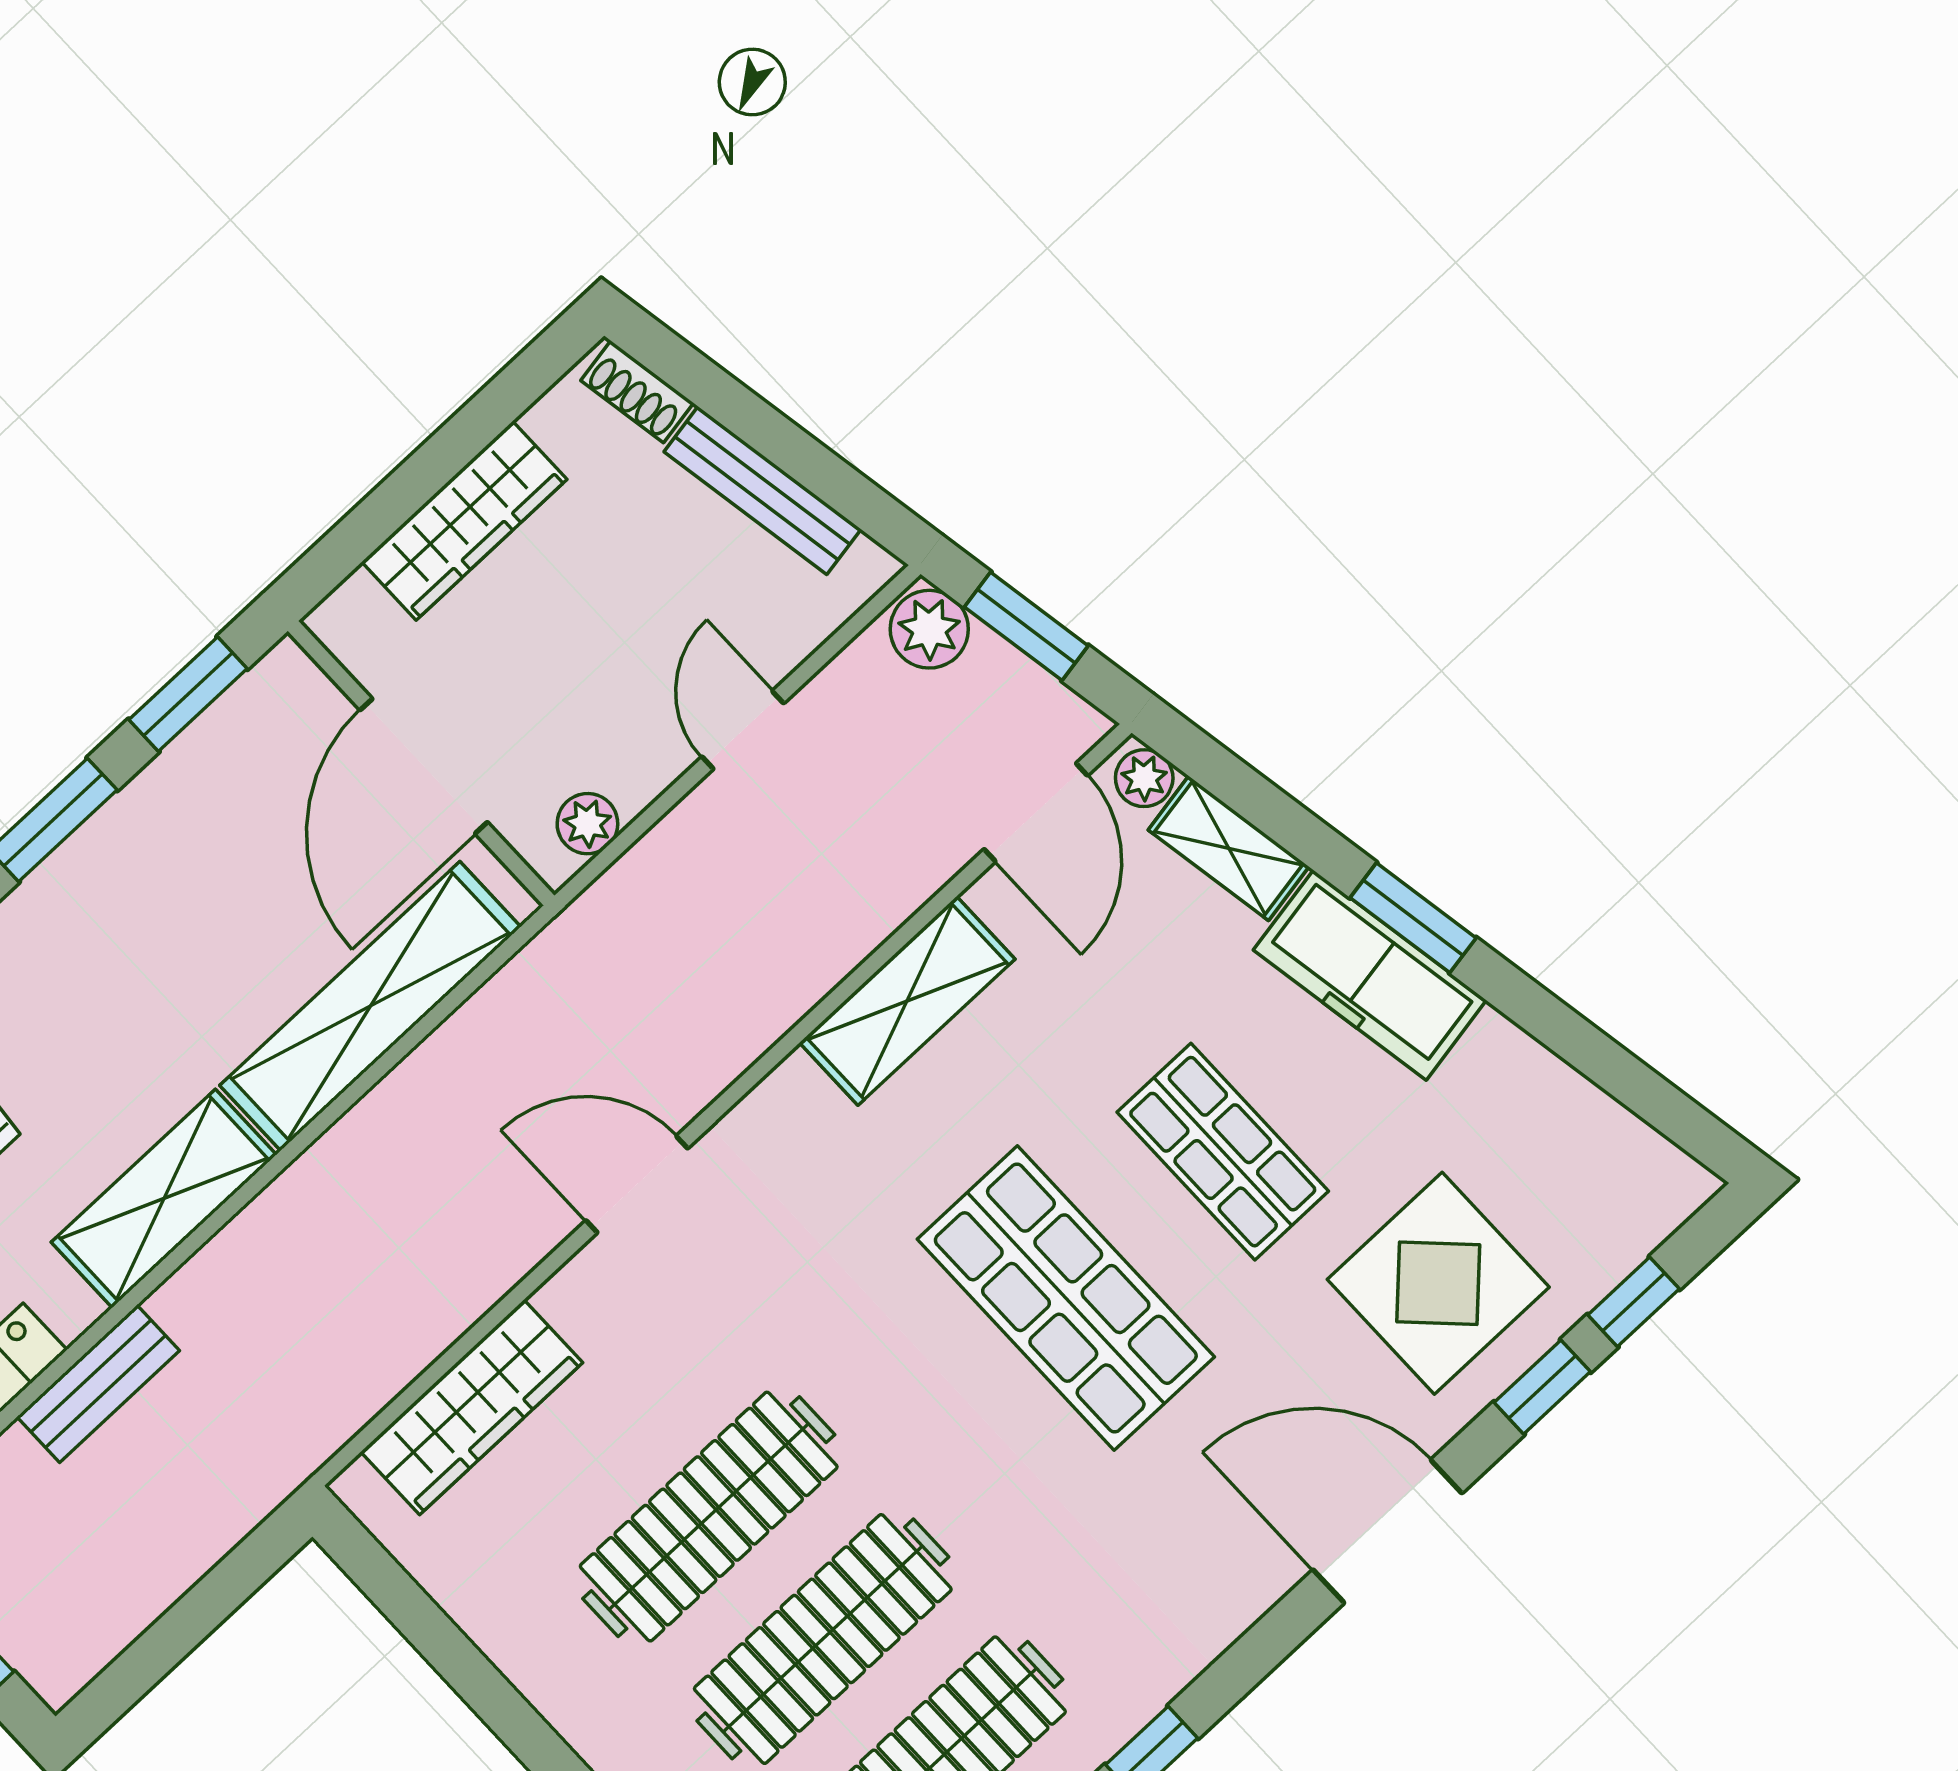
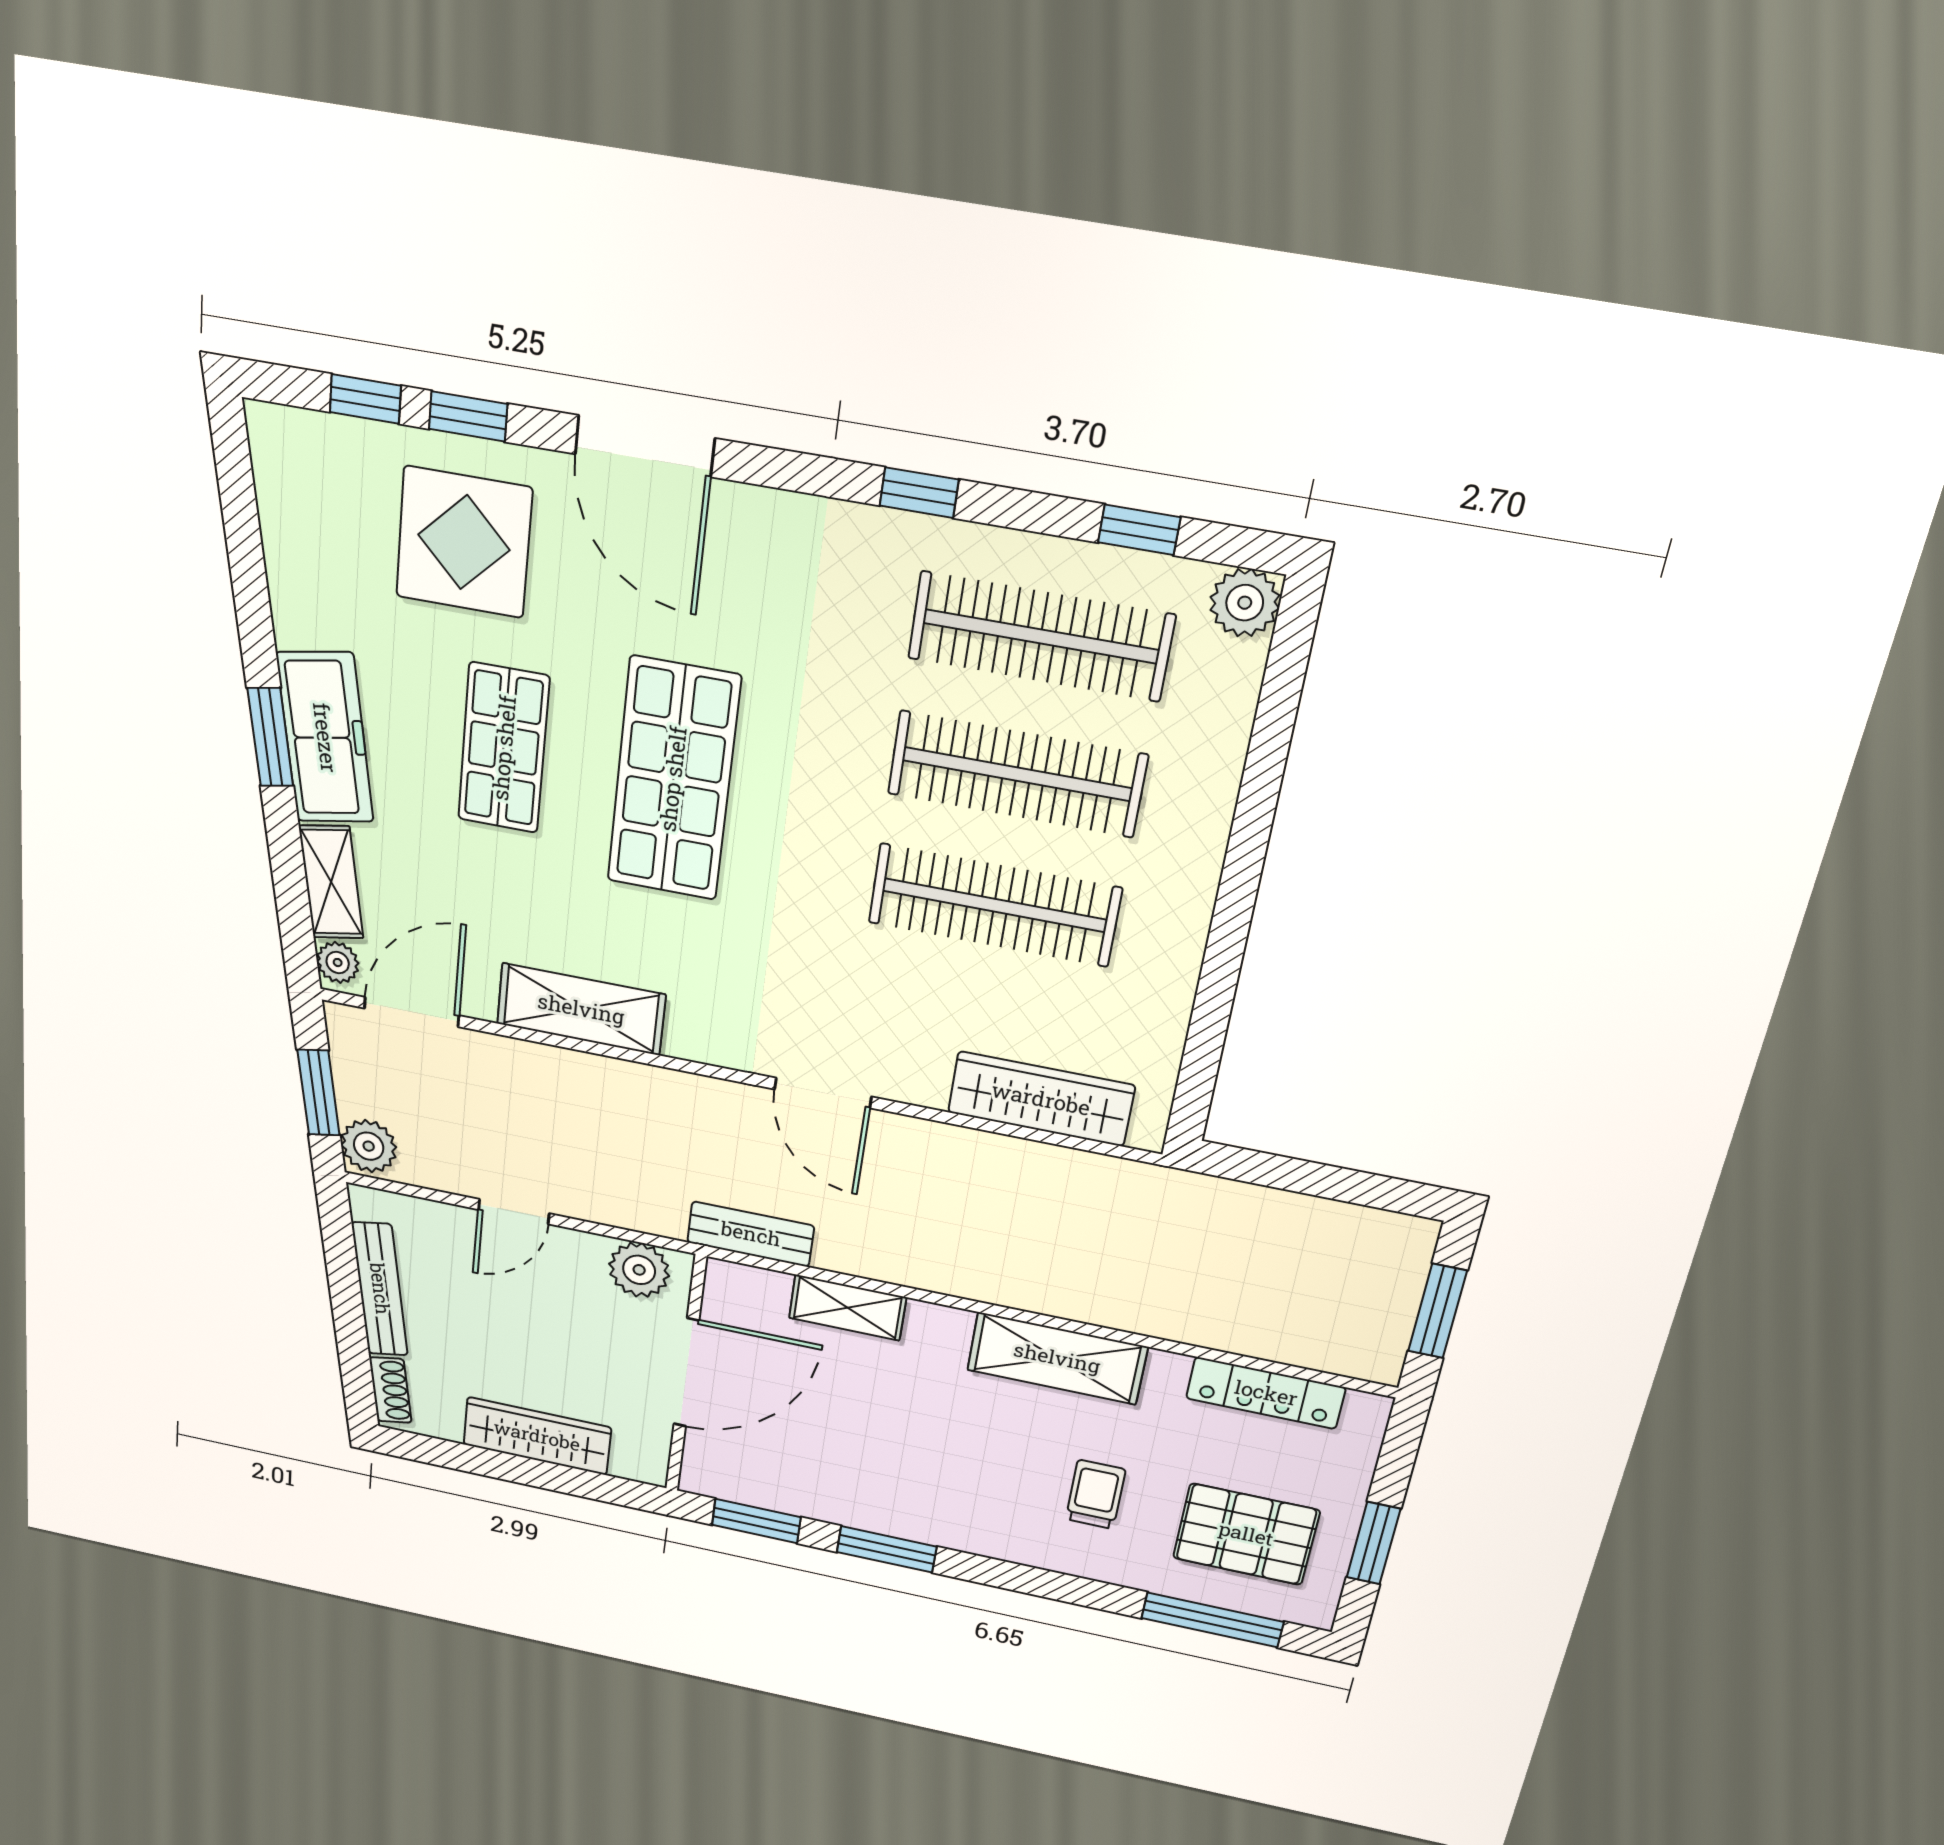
plant: (587, 824) -> (639, 1270), width x1.38, depth x1.38
shelving: (370, 1006) -> (848, 1308), width x0.45, depth x0.75
bench: (98, 1384) -> (751, 1234), moved

